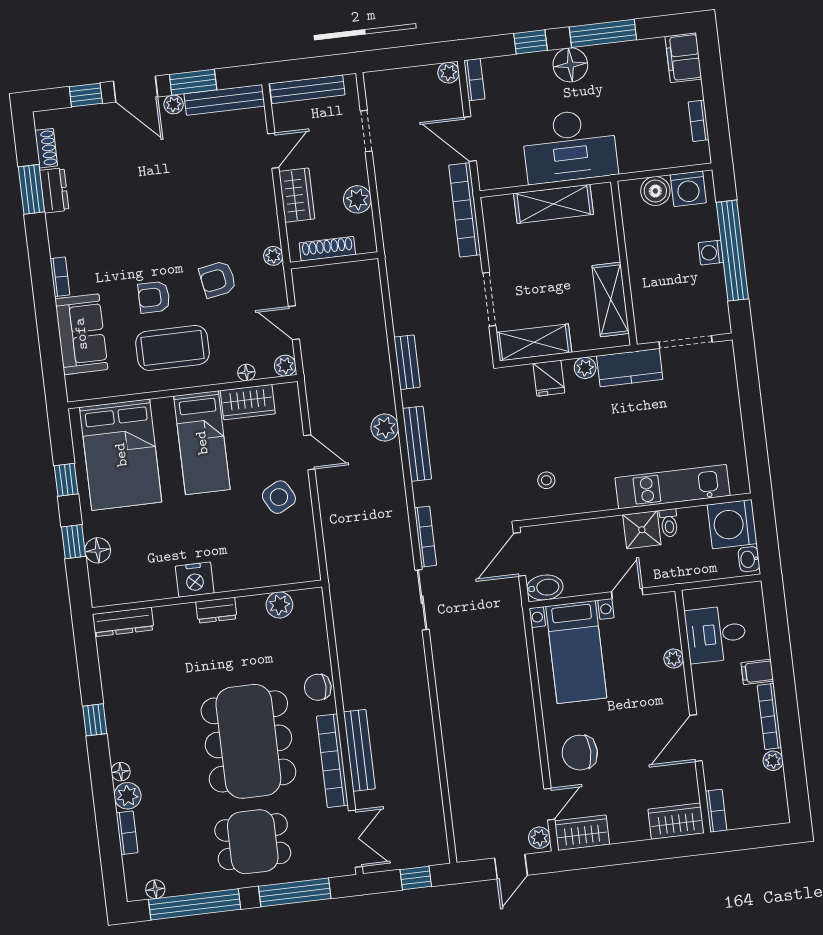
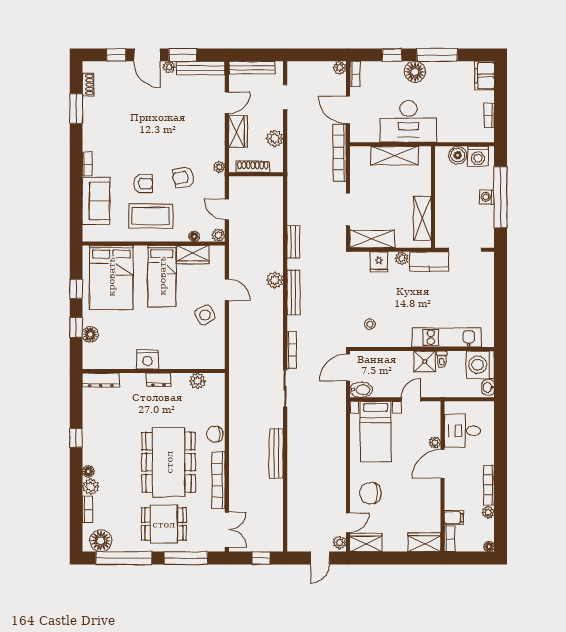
dresser: (54, 190) -> (90, 111), removed
armchair: (154, 297) -> (143, 184), turned 180
filing cabinet: (757, 672) -> (454, 518), moved, turned 180
door: (696, 738) -> (443, 464), moved
bench: (359, 750) -> (276, 453), moved
floor lamp: (781, 816) -> (489, 547), added
floor lamp: (155, 889) -> (101, 541), width x1.89, depth x1.89

